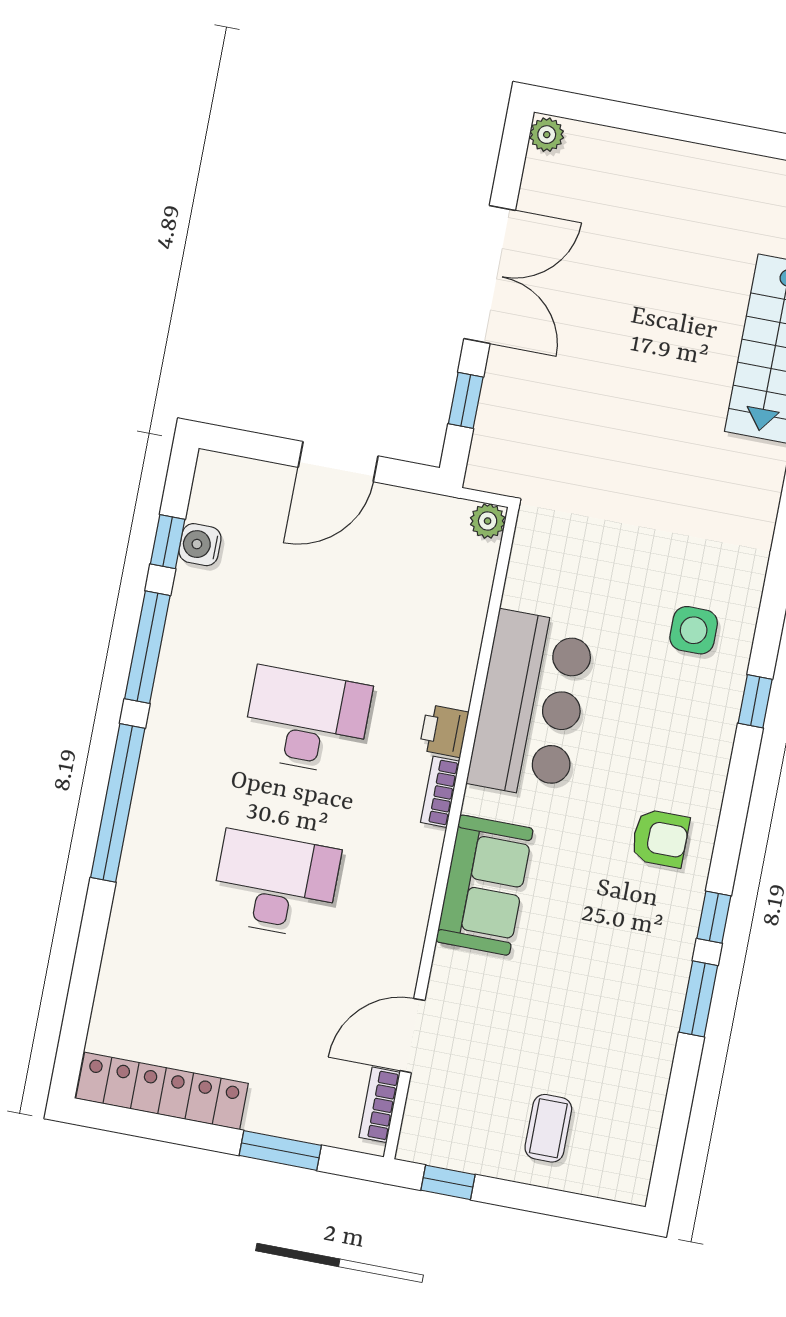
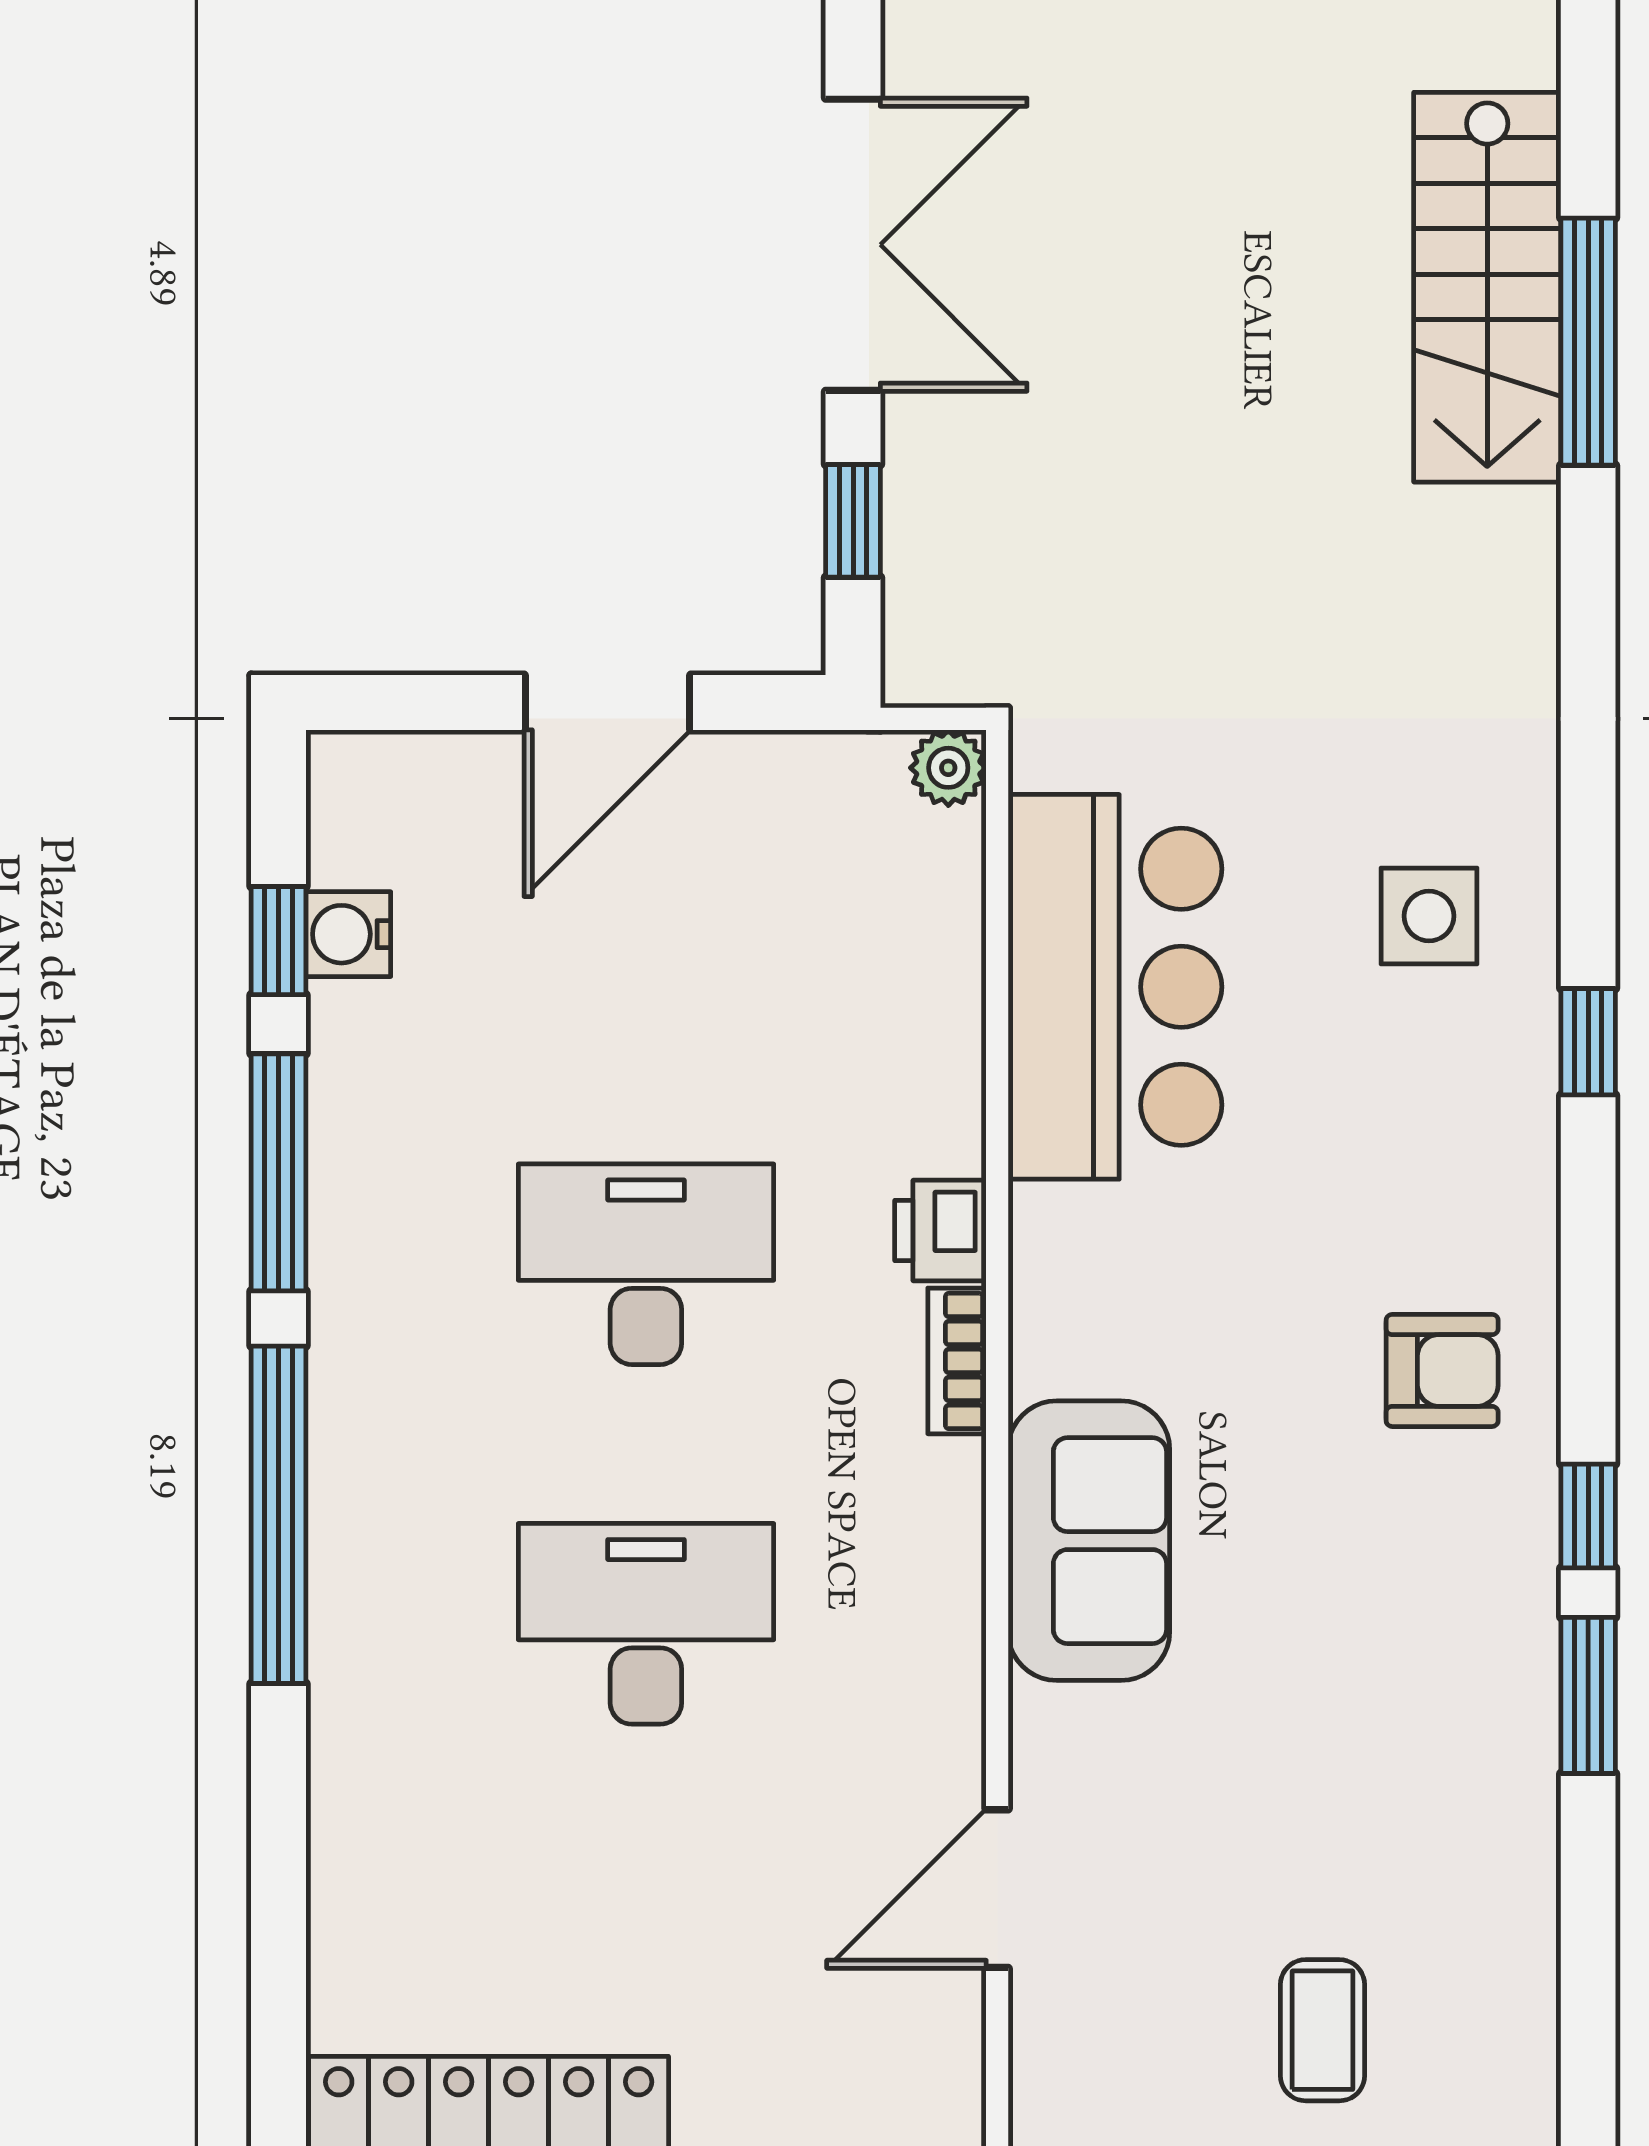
bar counter: (531, 705) -> (1115, 987), moved
bookcase: (380, 1105) -> (955, 2049), removed

